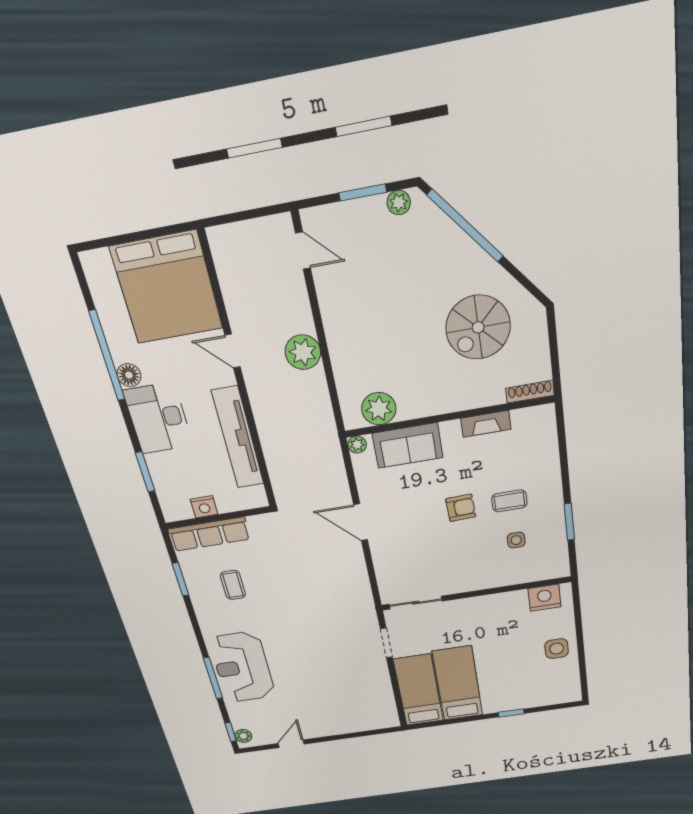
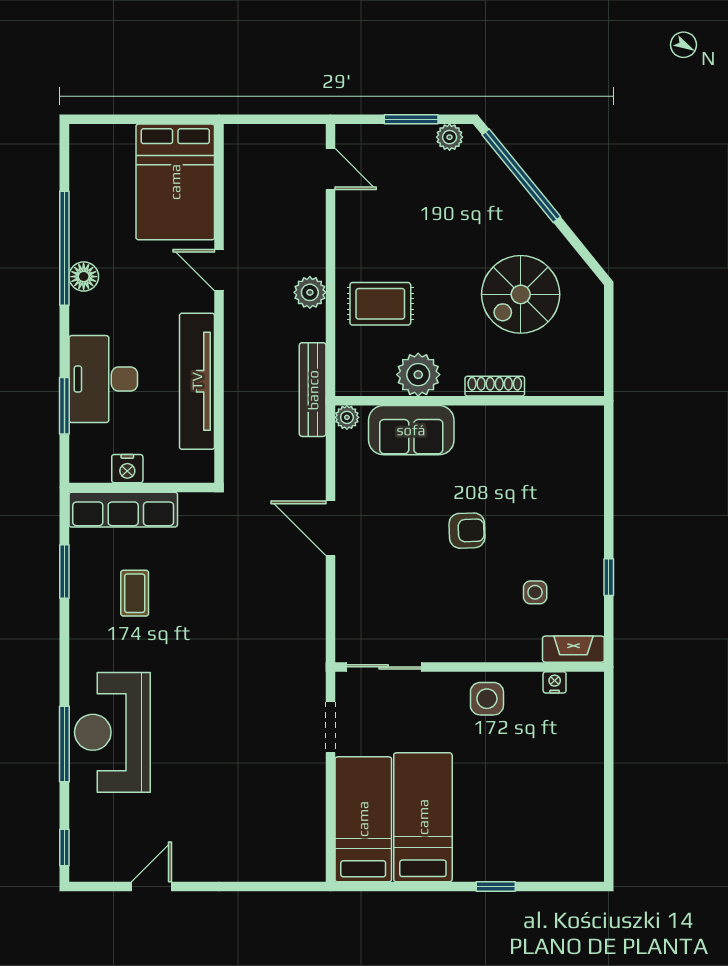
bed: (167, 288) -> (175, 182), width x0.73
plant: (303, 352) -> (310, 292), width x0.73, depth x0.73
rug: (366, 355) -> (380, 304), added
shoe rack: (530, 392) -> (495, 386), moved
plant: (379, 409) -> (418, 375), moved
desk: (158, 418) -> (103, 379), moved
fireplace: (486, 424) -> (573, 649), moved, turned 180
bench: (327, 429) -> (313, 390), added
coffee table: (509, 501) -> (532, 532), removed
window: (569, 522) -> (609, 577), width x0.67
nightstand: (545, 598) -> (555, 682), width x0.53, depth x0.56
side table: (557, 649) -> (487, 699), moved
plant: (243, 736) -> (82, 859), removed

